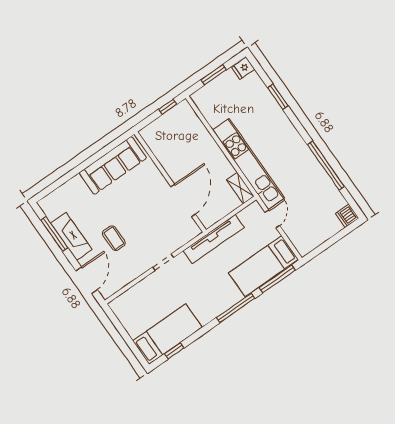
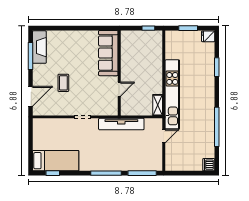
sofa: (113, 165) -> (108, 53), moved, turned 90
door: (183, 200) -> (119, 89), width x0.53
fireplace: (71, 236) -> (39, 47), moved
bed: (263, 266) -> (139, 160), removed

